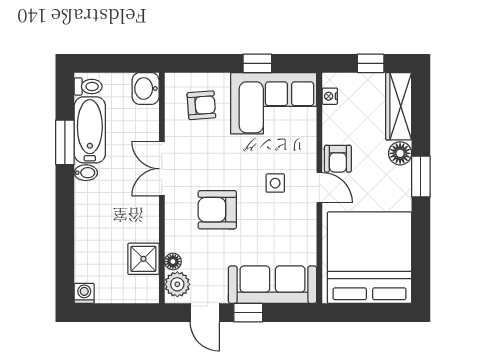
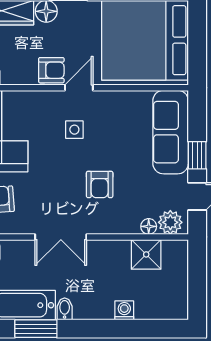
armchair: (217, 210) -> (100, 184), width x0.72, depth x0.72
washing machine: (84, 293) -> (124, 310), moved, turned 90

